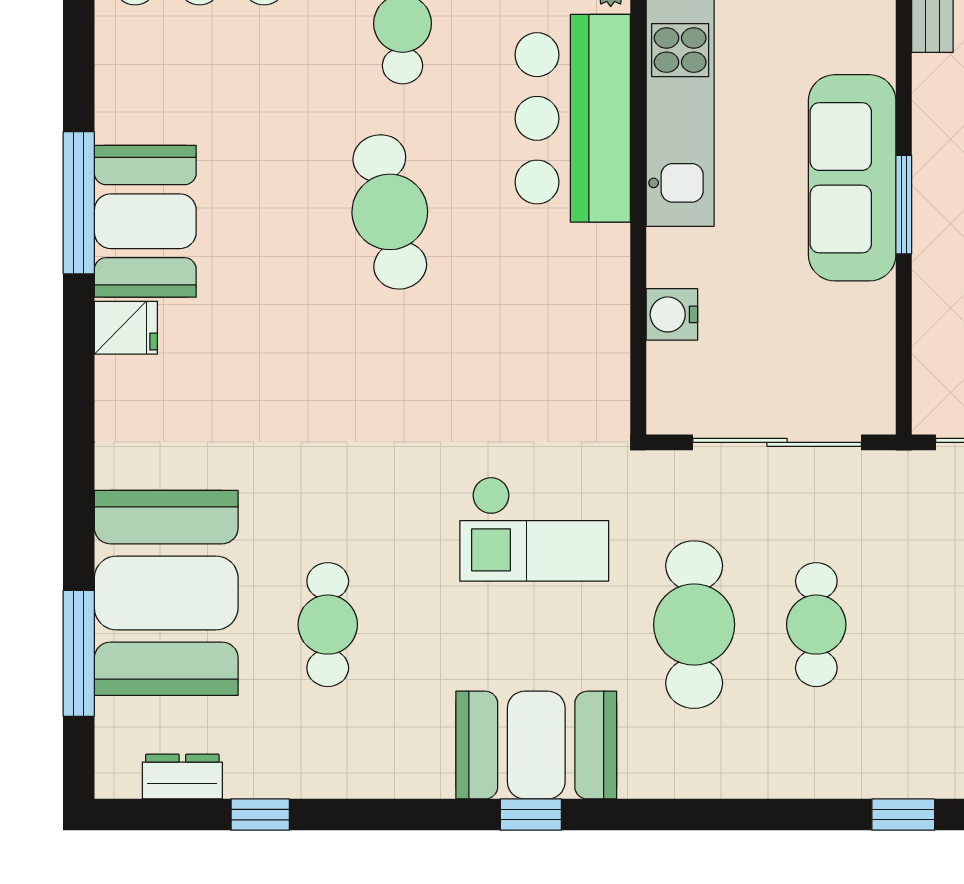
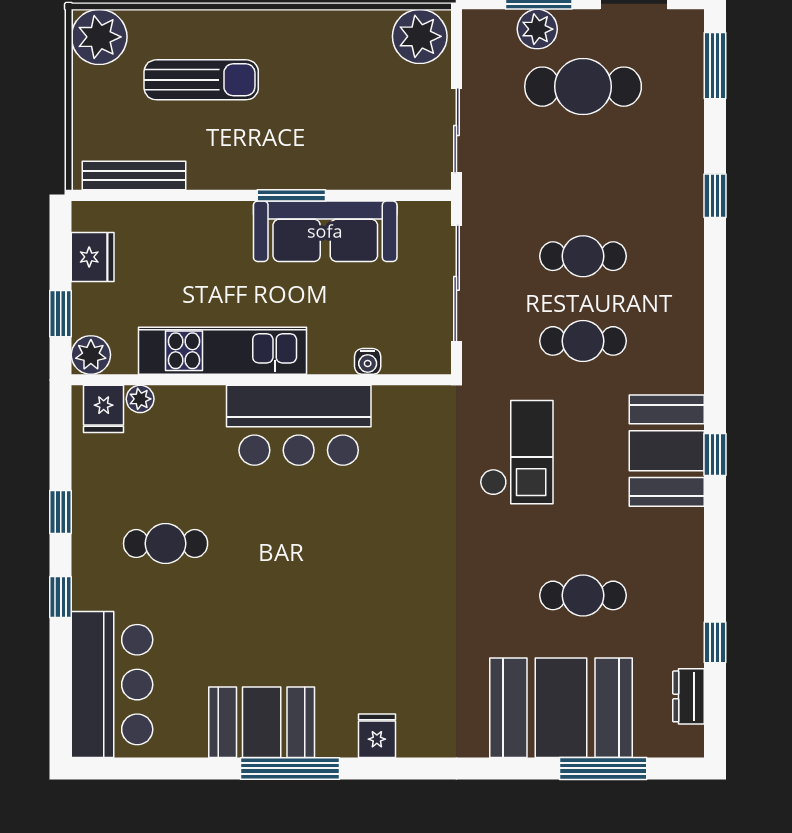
bar counter: (573, 118) -> (299, 425), moved
sofa: (852, 178) -> (325, 231), moved
cafe table: (390, 212) -> (296, 552), removed
booth: (145, 221) -> (262, 722), moved
water cooler: (672, 314) -> (368, 361), width x0.72, depth x0.72
cafe table: (694, 625) -> (583, 341), width x0.73, depth x0.74

